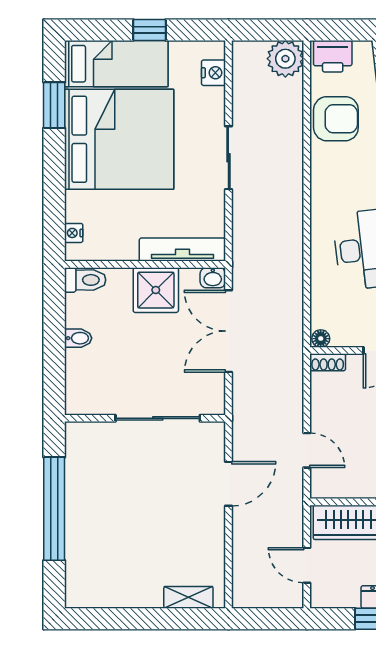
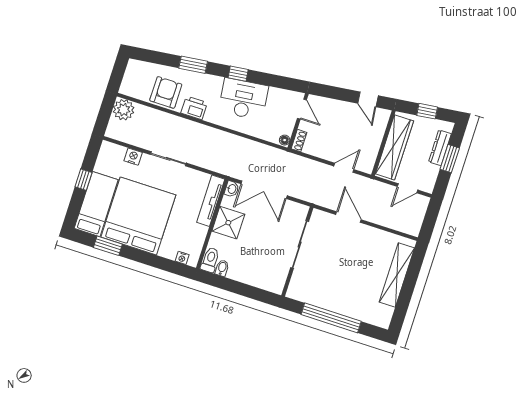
printer: (333, 56) -> (194, 108), moved, turned -90
nightstand: (214, 73) -> (133, 157), moved
bidet: (78, 338) -> (222, 268), moved
shelving: (188, 597) -> (397, 275), width x2.20, depth x1.33

